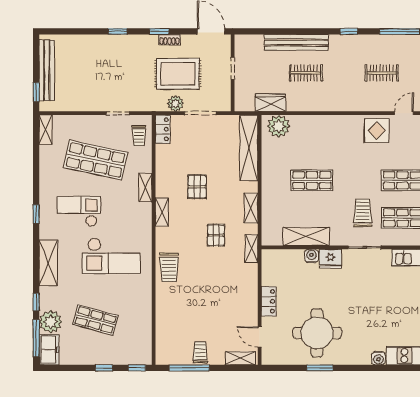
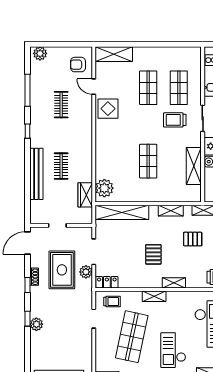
plant: (111, 42) -> (36, 324), added
pallet: (197, 187) -> (153, 254), turned 90

